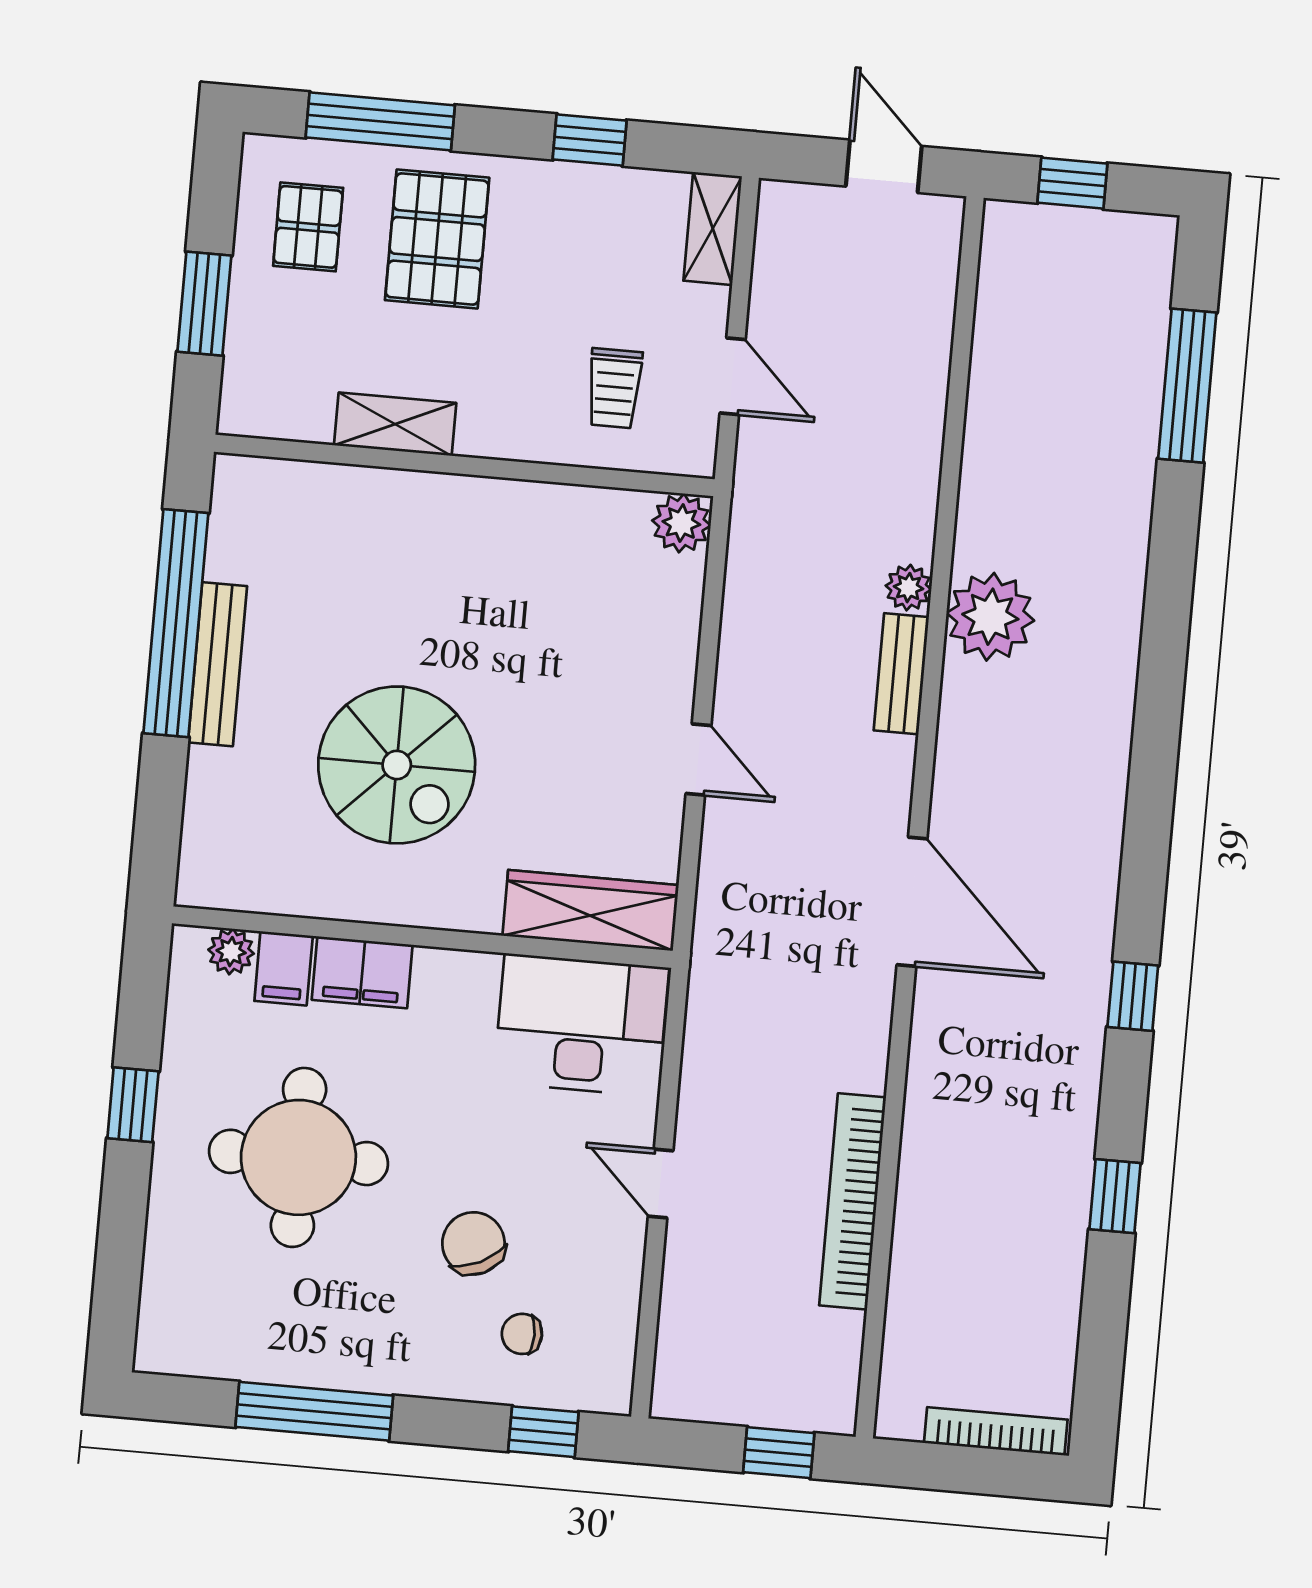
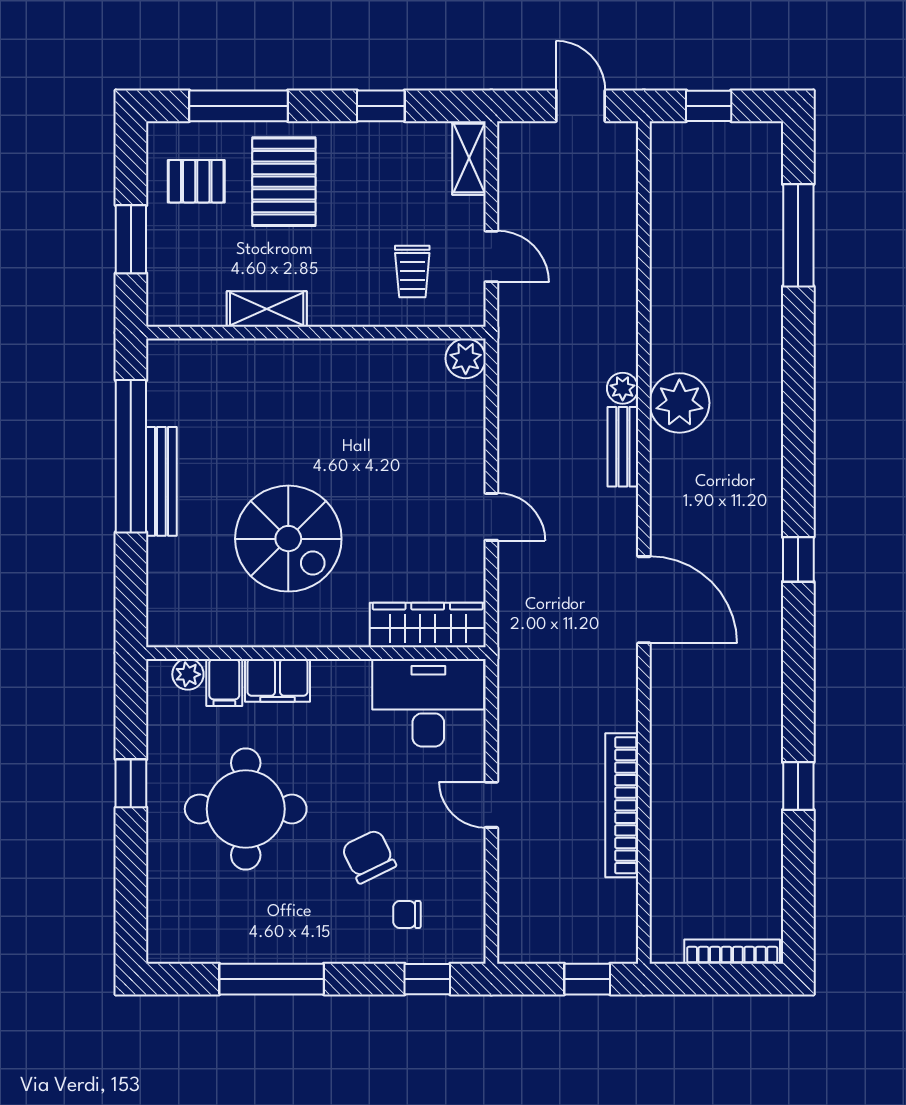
pallet: (308, 227) -> (196, 181), turned 90
window: (1133, 996) -> (798, 559), moved

